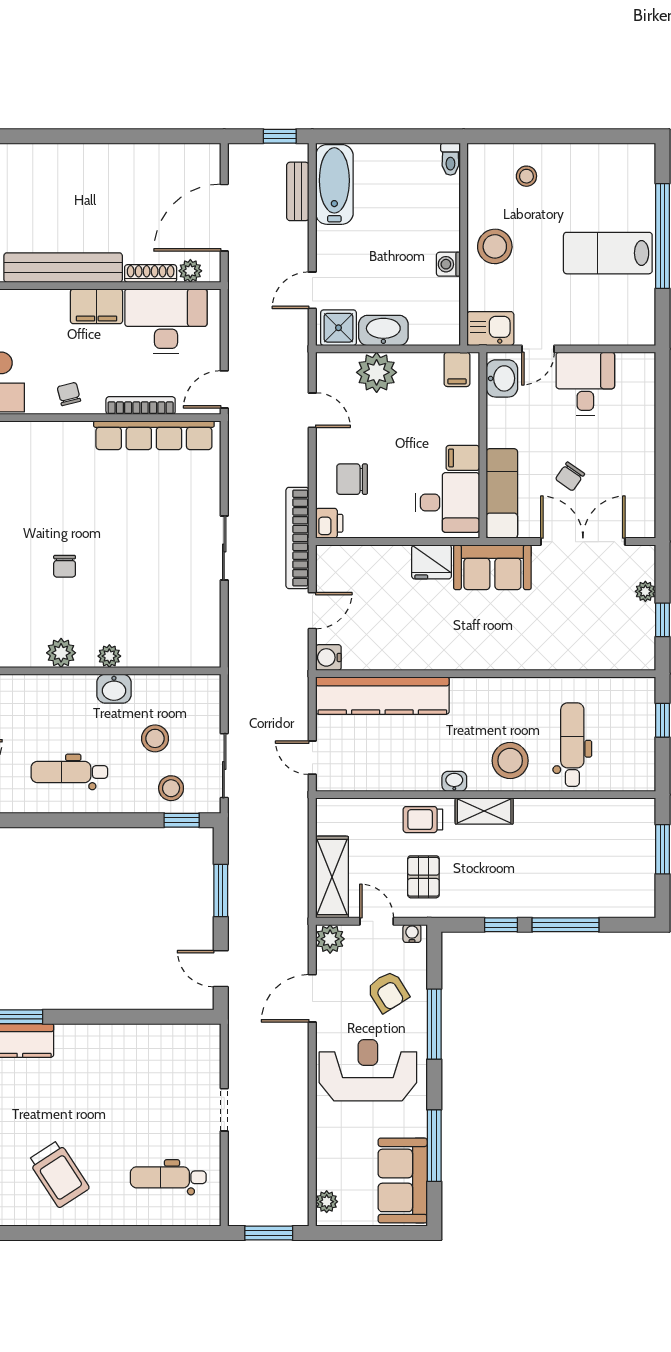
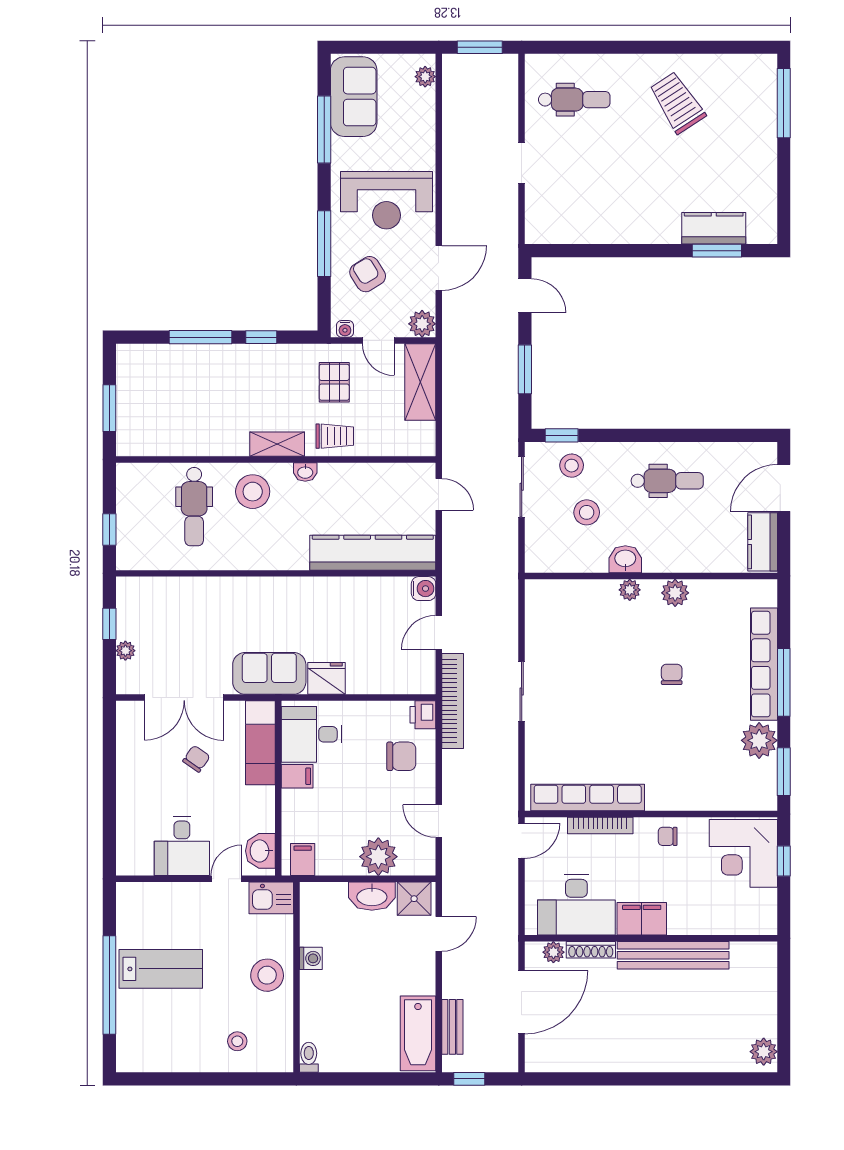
chair: (69, 394) -> (668, 836), turned 104

